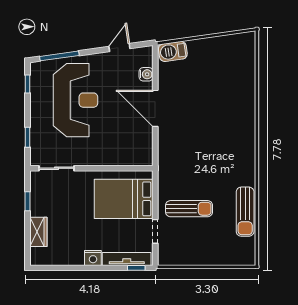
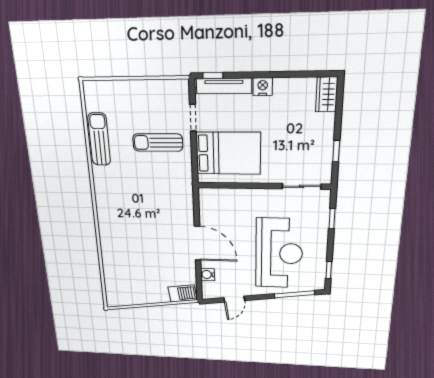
reception desk: (76, 100) -> (279, 253), turned 180
wardrobe: (38, 232) -> (327, 94), moved

